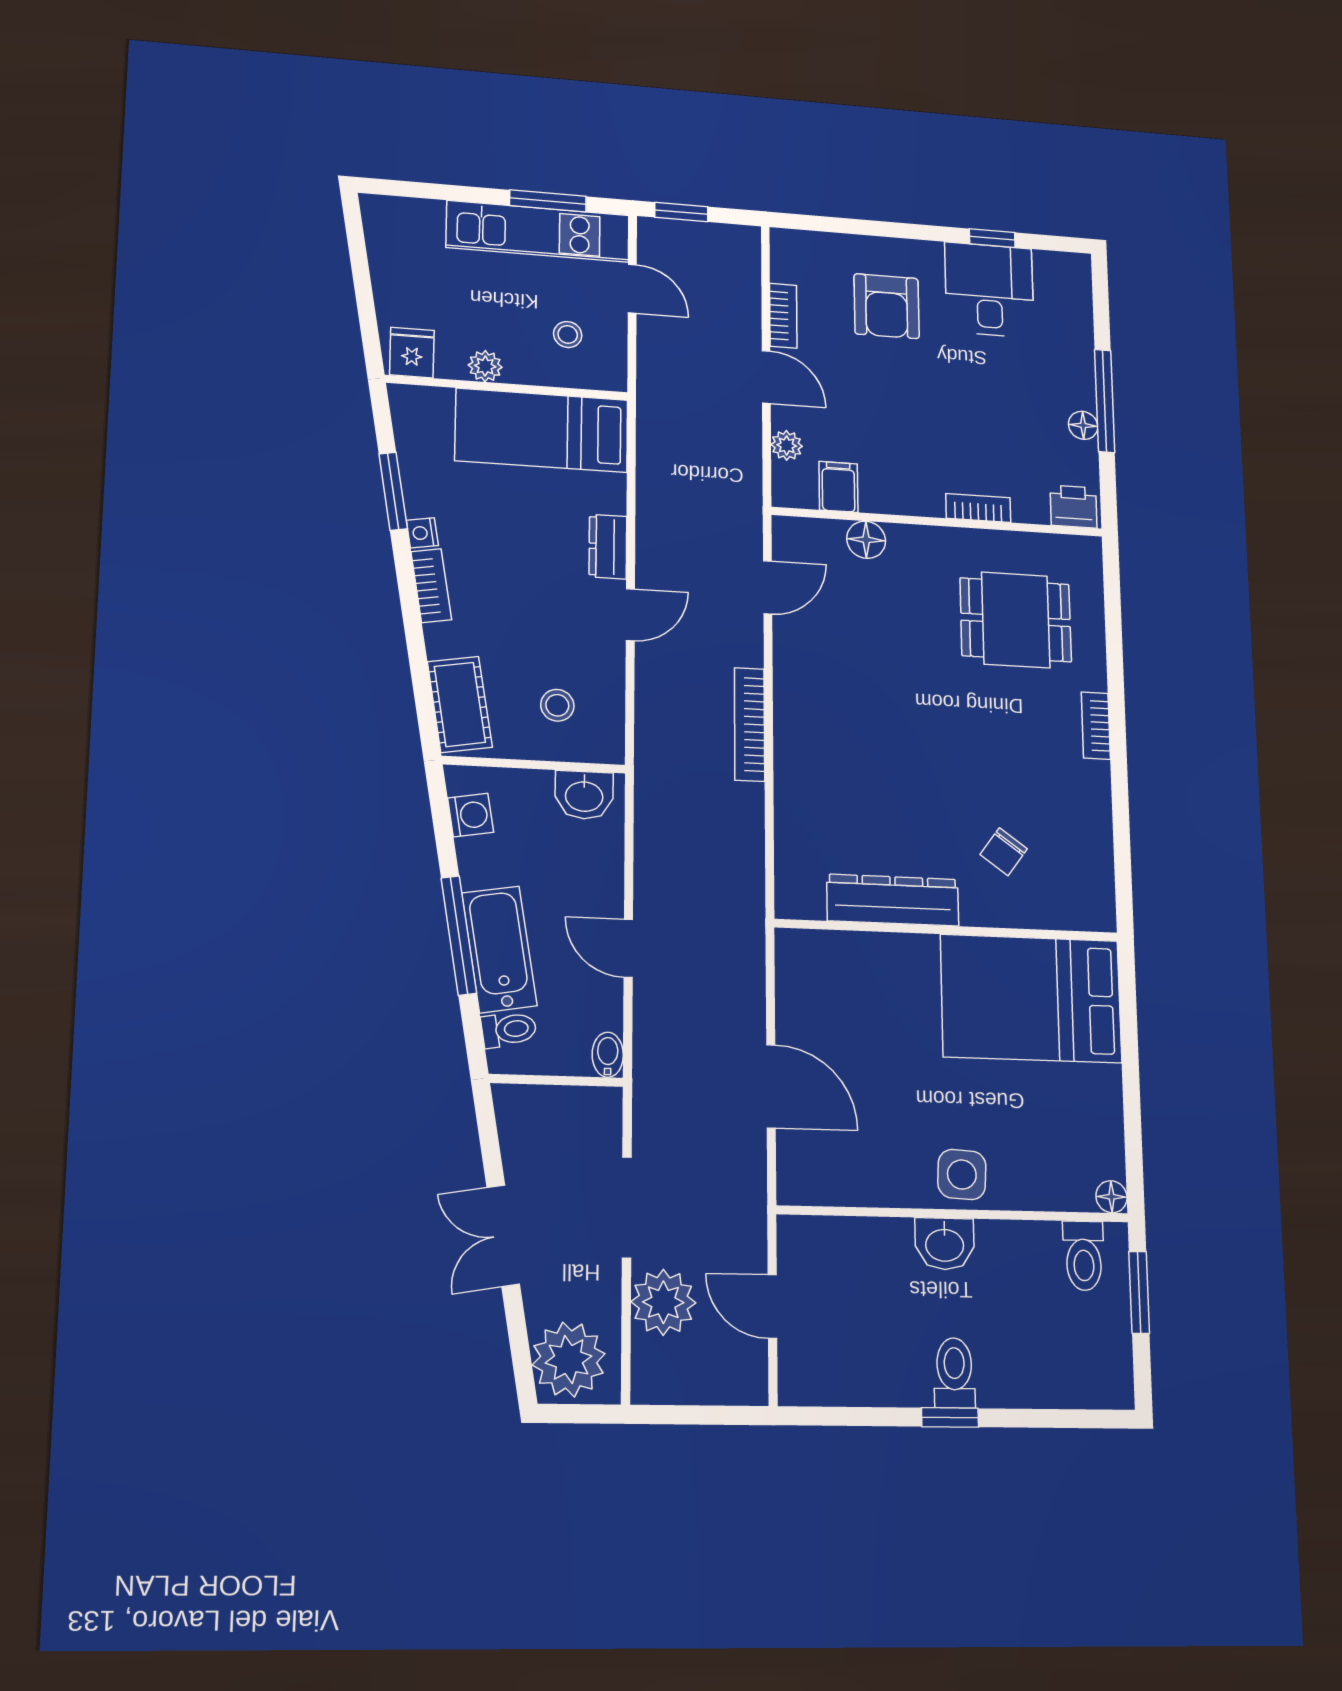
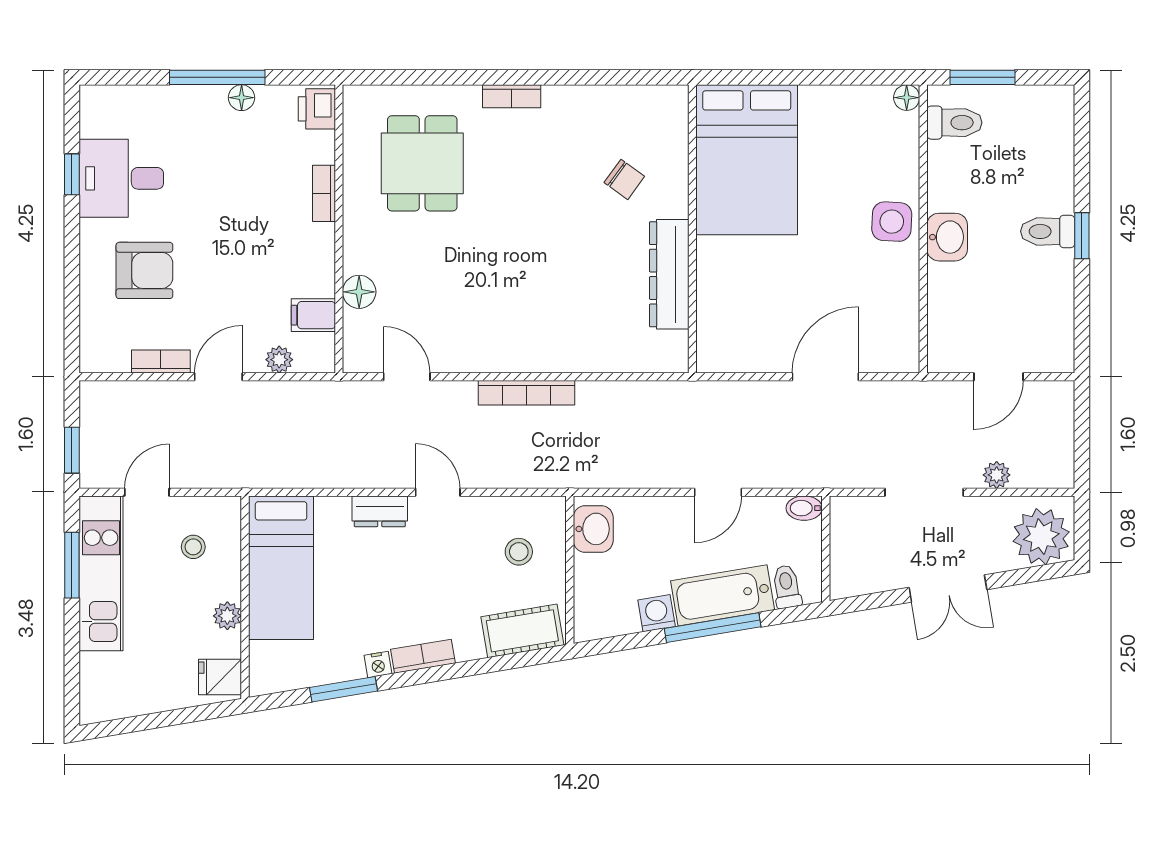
washing machine: (471, 815) -> (657, 613), moved
plant: (663, 1302) -> (997, 475), width x0.53, depth x0.53

